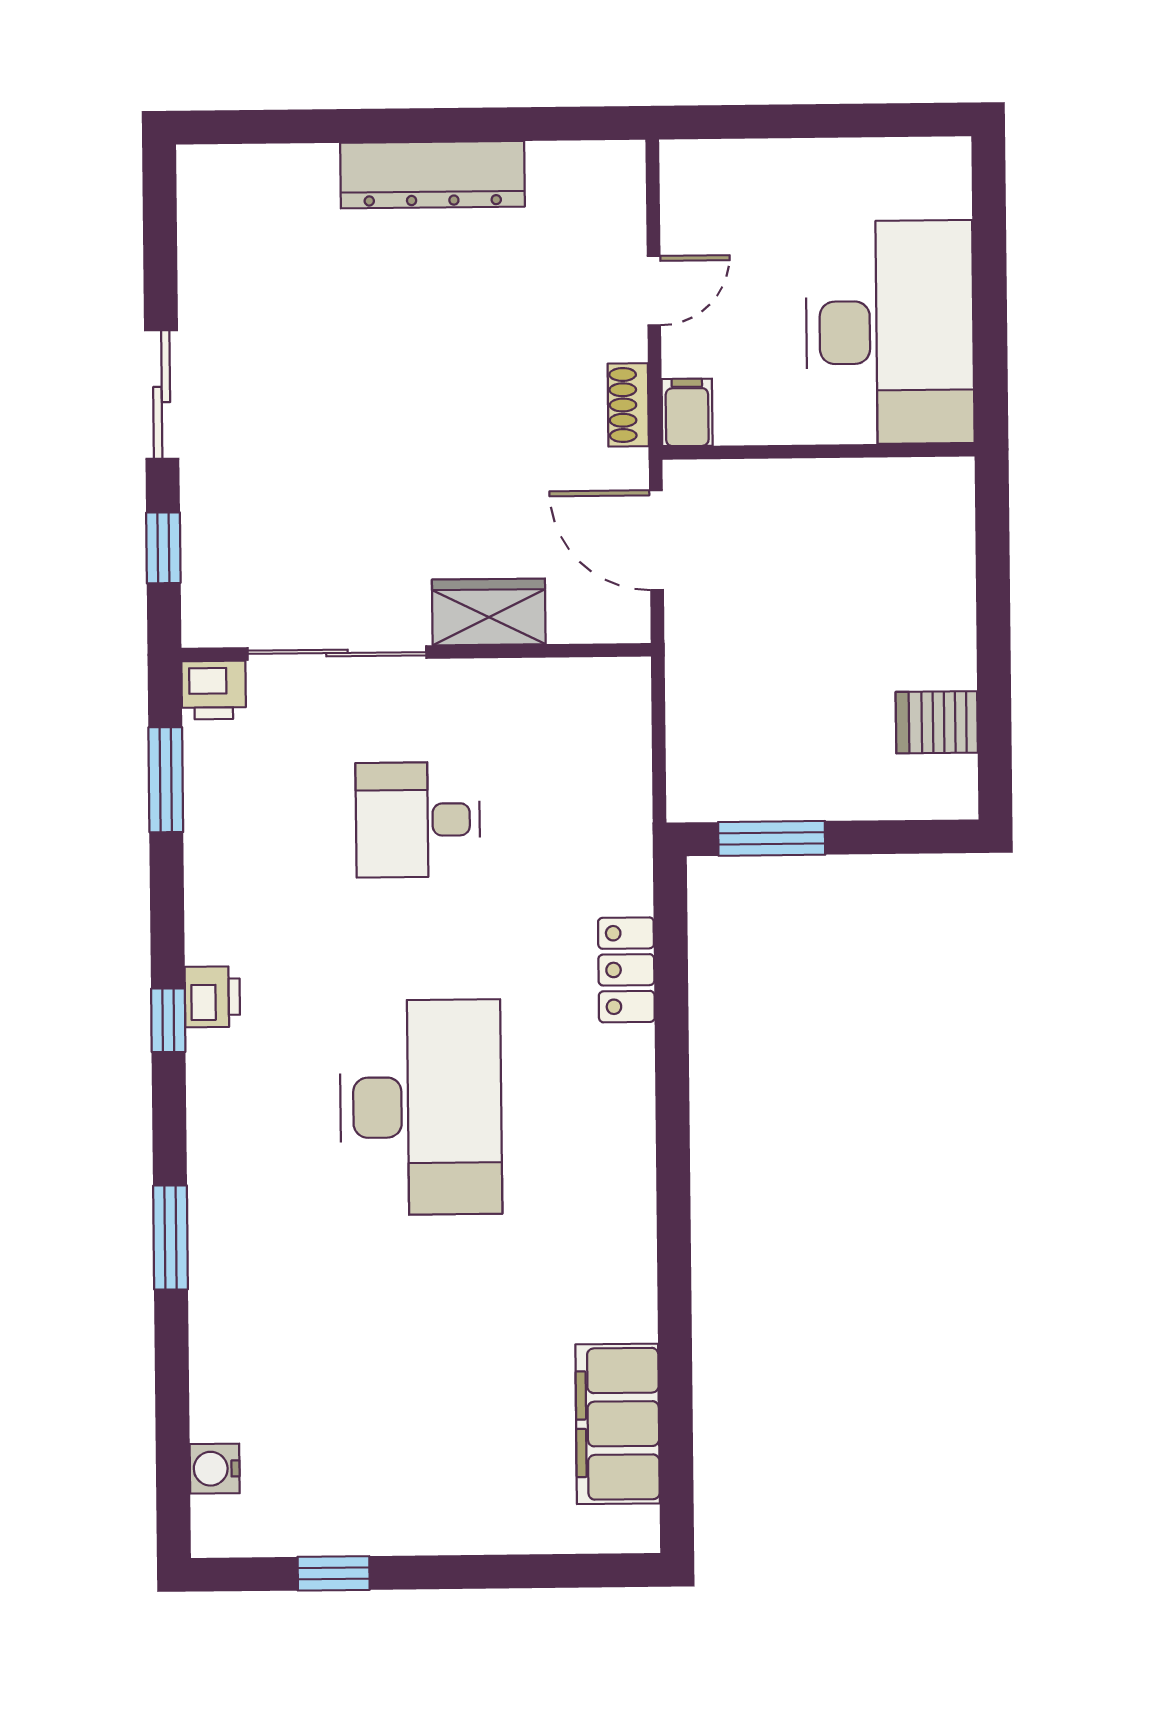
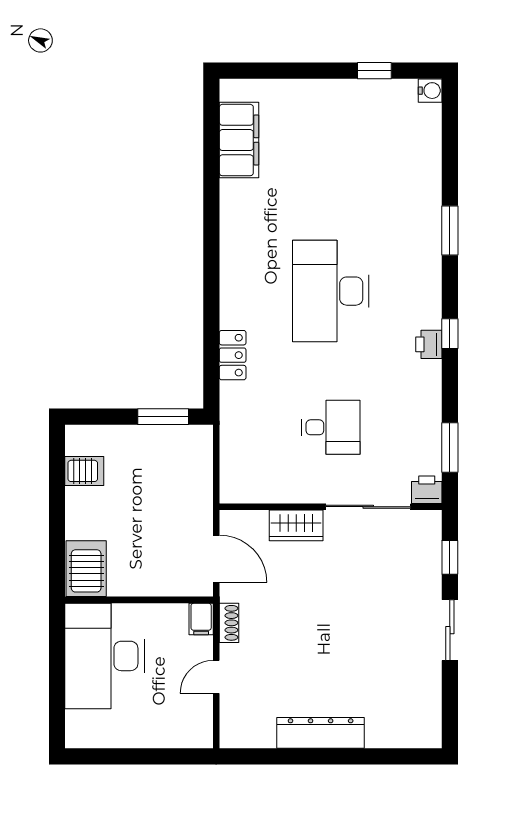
server rack: (931, 516) -> (86, 569), added
water cooler: (215, 1469) -> (430, 91), moved

